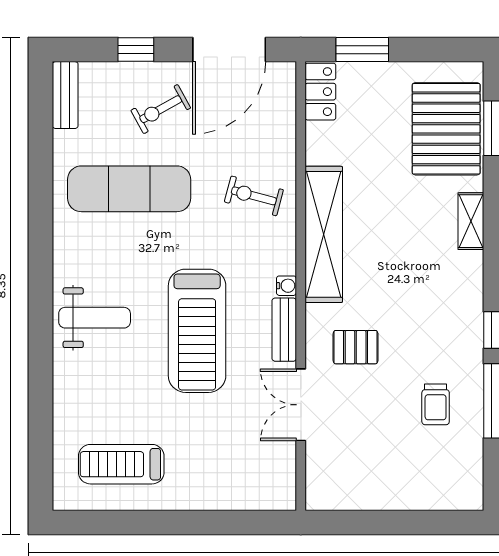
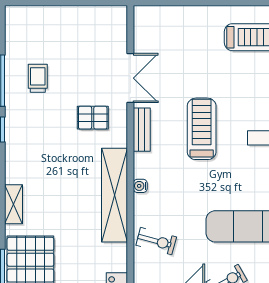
exercise bike: (254, 196) -> (156, 241), moved
water cooler: (286, 286) -> (140, 186), moved
treadmill: (197, 331) -> (202, 129), width x0.73, depth x0.73

